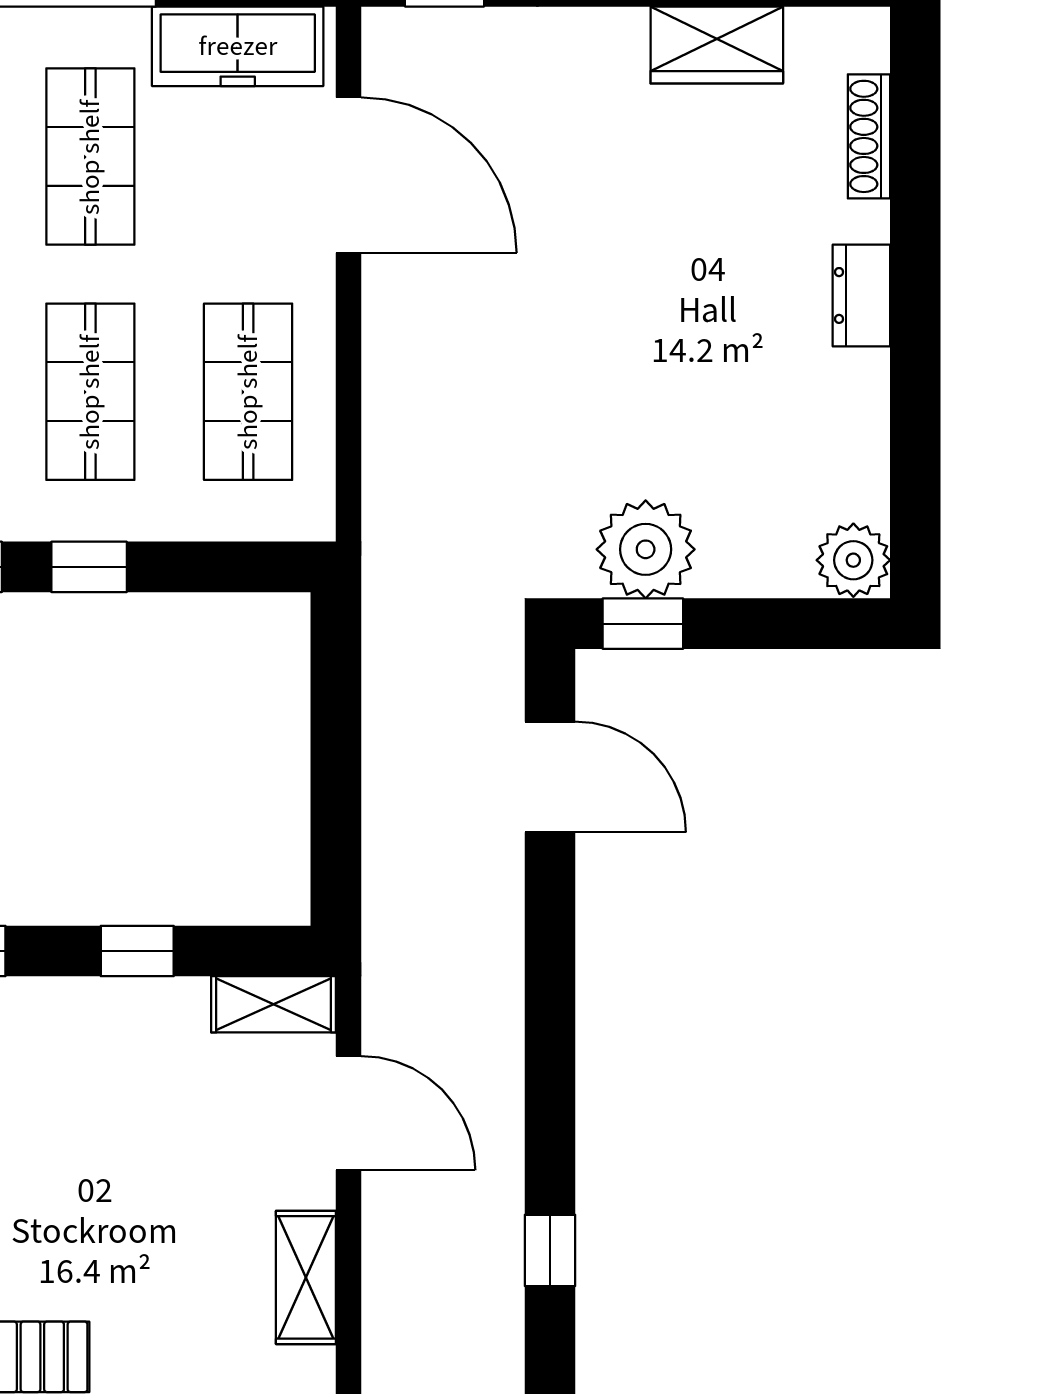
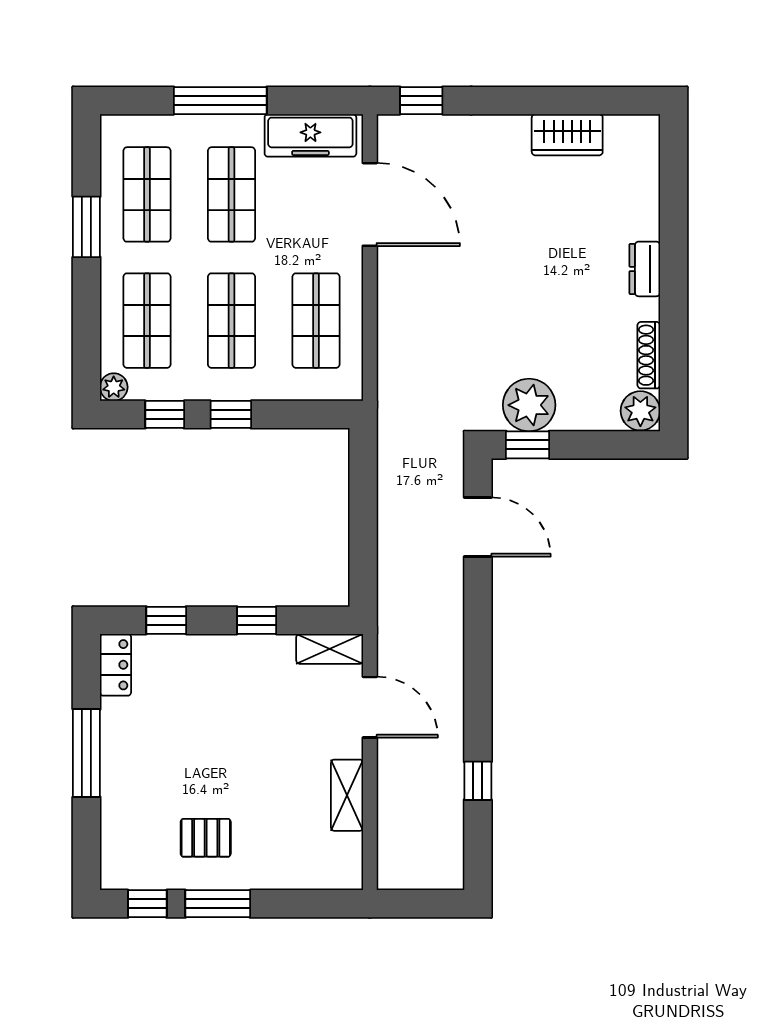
shoe rack: (869, 136) -> (649, 355), moved

